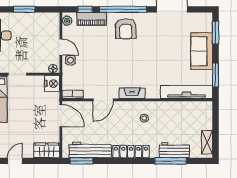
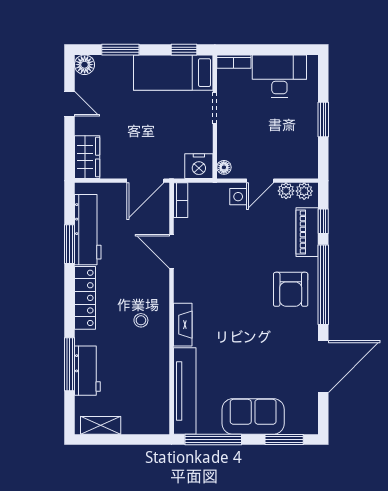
armchair: (126, 29) -> (291, 289), turned -90
plant: (67, 32) -> (286, 191), added
window: (215, 75) -> (213, 440), width x1.44
fireplace: (132, 93) -> (183, 325), moved
window: (82, 161) -> (69, 244), moved

